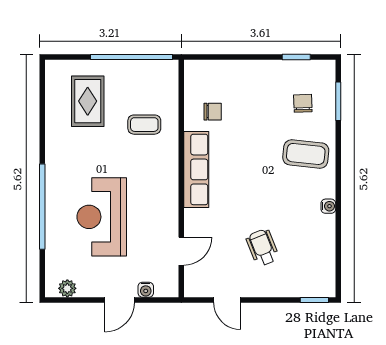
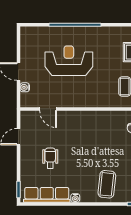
row of seats: (196, 169) -> (47, 195), moved, turned 180
wheelchair: (263, 248) -> (50, 158), turned -68
plant: (67, 288) -> (25, 40), removed

